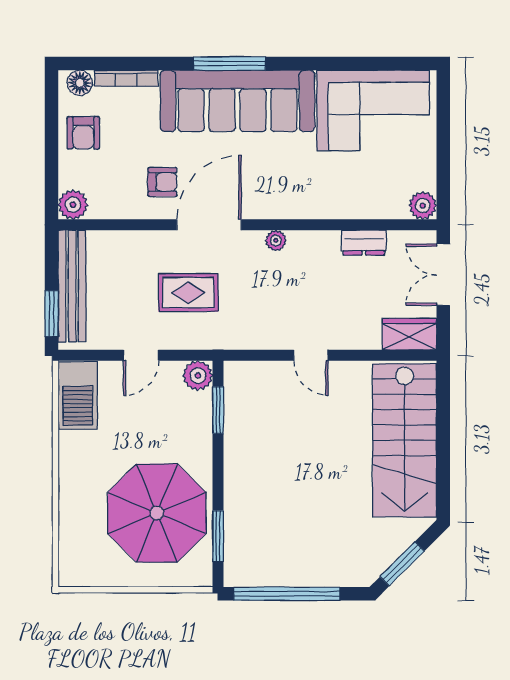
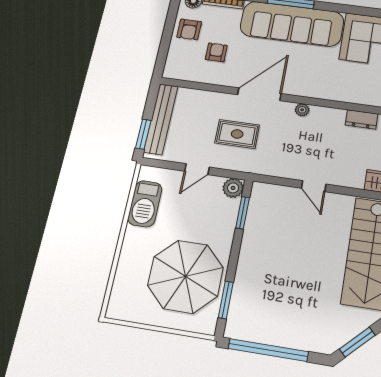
armchair: (162, 182) -> (216, 52), moved, turned -90
plant: (73, 205) -> (173, 70), removed
barbecue: (78, 396) -> (145, 204), moved

